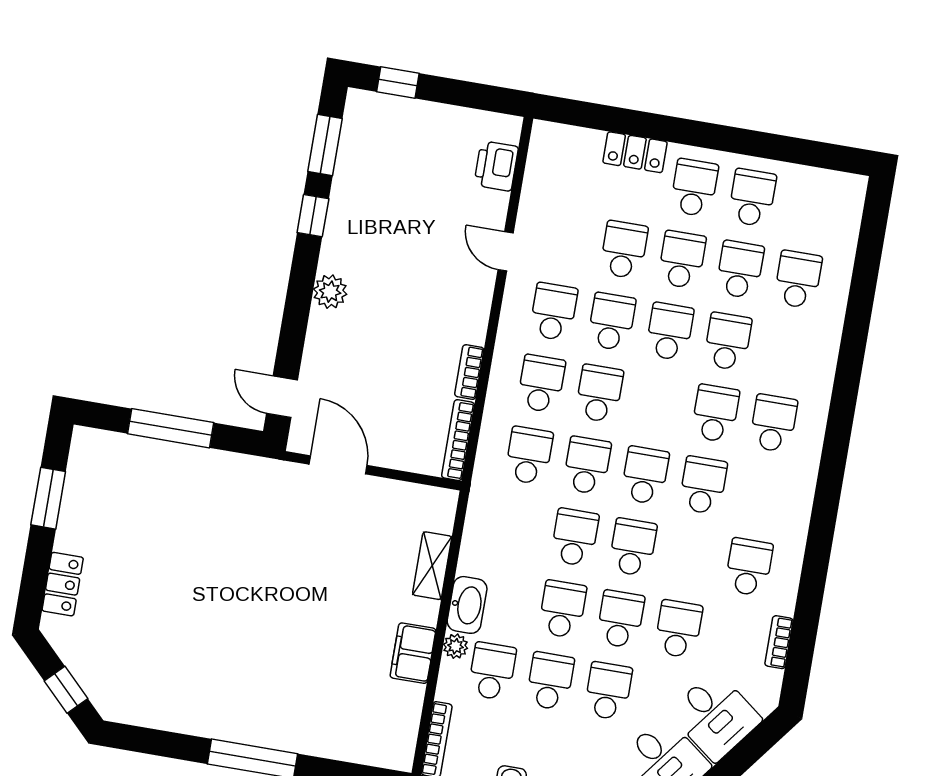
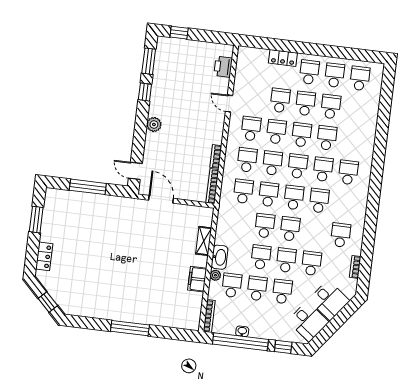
school desk: (798, 279) -> (360, 78), moved
school desk: (657, 403) -> (298, 166), added

